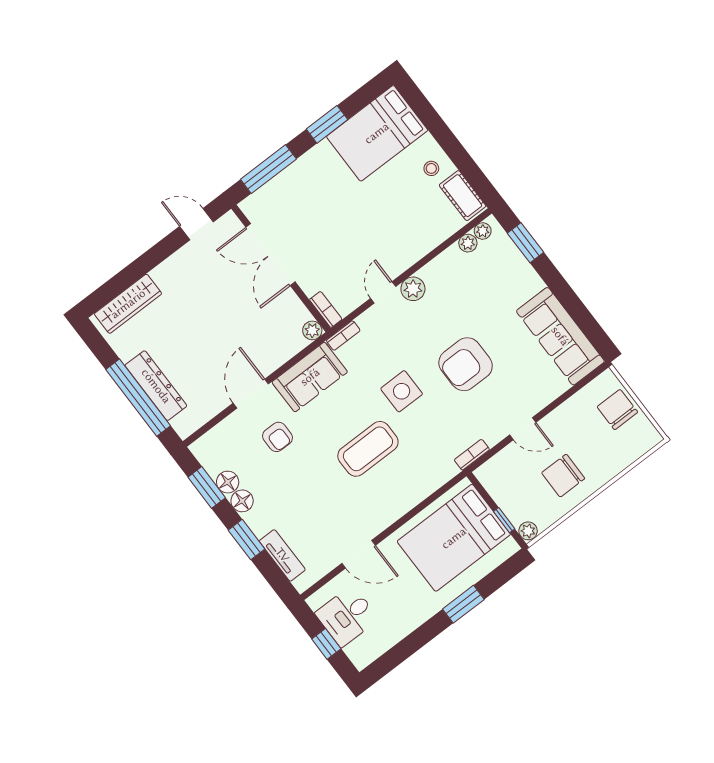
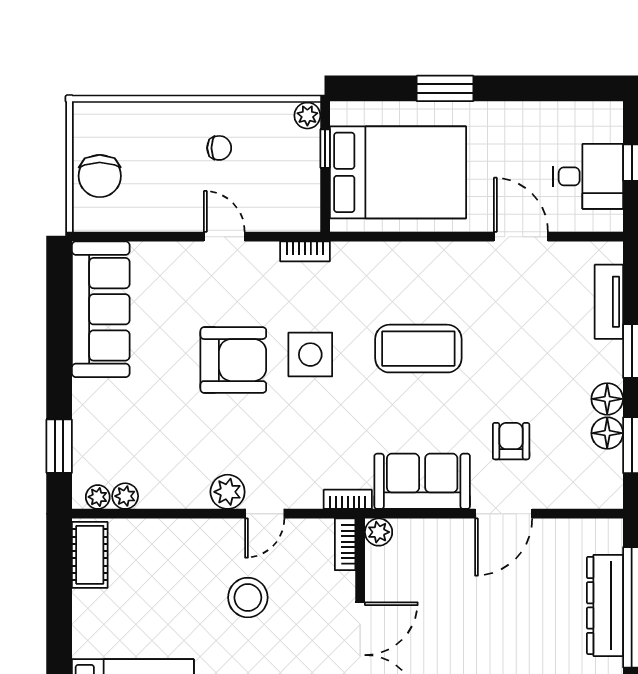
stool: (431, 168) -> (248, 598), moved, width x1.89, depth x1.89
side table: (402, 391) -> (310, 355), moved
chair: (563, 476) -> (219, 148), width x0.54, depth x0.54

